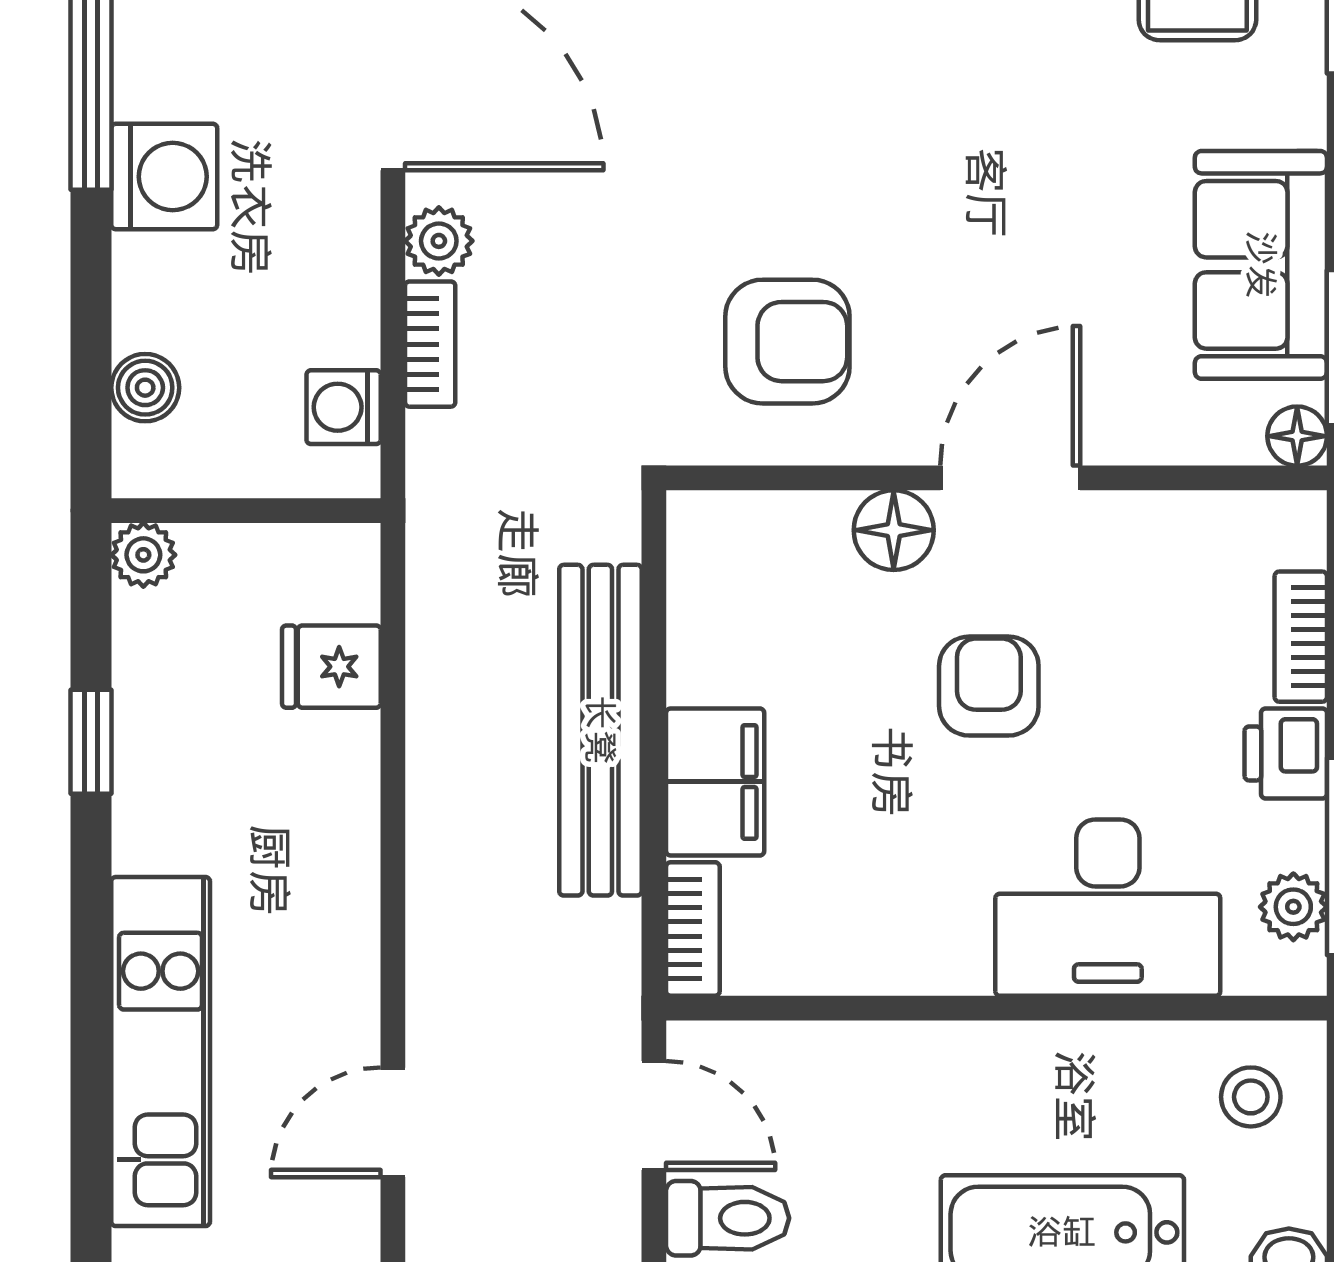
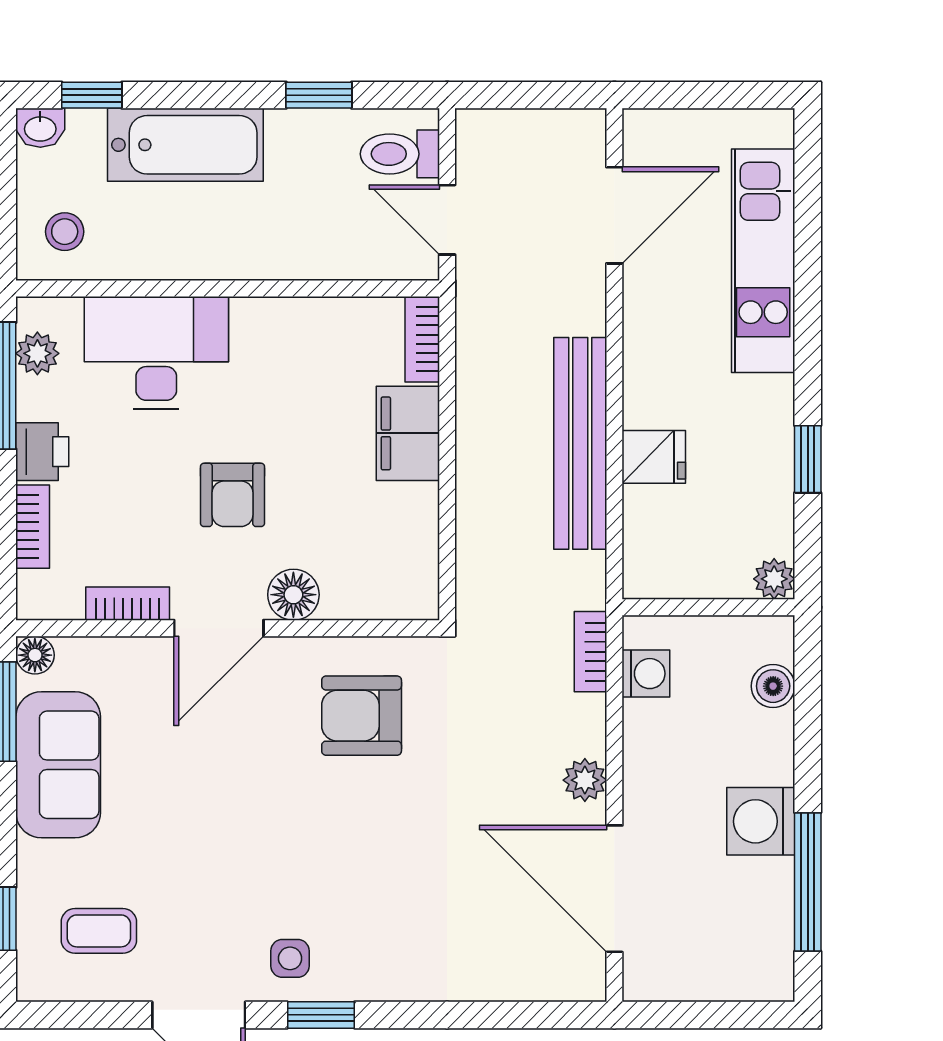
bookcase: (430, 344) -> (590, 652), moved
bookcase: (1153, 516) -> (128, 604), added
fridge: (331, 667) -> (654, 457), moved
bench: (600, 730) -> (580, 443), moved
door: (393, 1122) -> (614, 215), width x1.38

